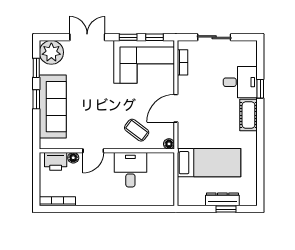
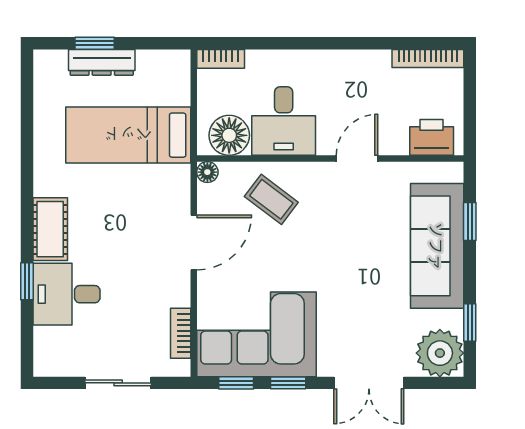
window: (36, 99) -> (470, 222), moved
floor lamp: (73, 158) -> (229, 135), moved, width x1.89, depth x1.89
bookcase: (162, 201) -> (221, 59), added

